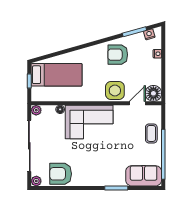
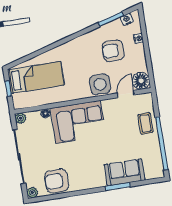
armchair: (118, 55) -> (113, 51), moved
sofa: (144, 176) -> (125, 172), moved

